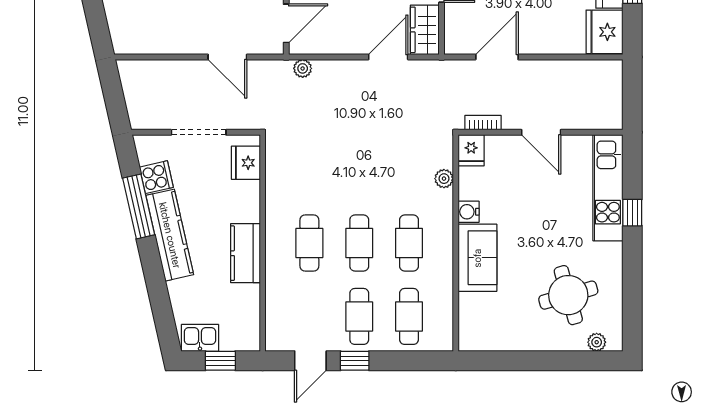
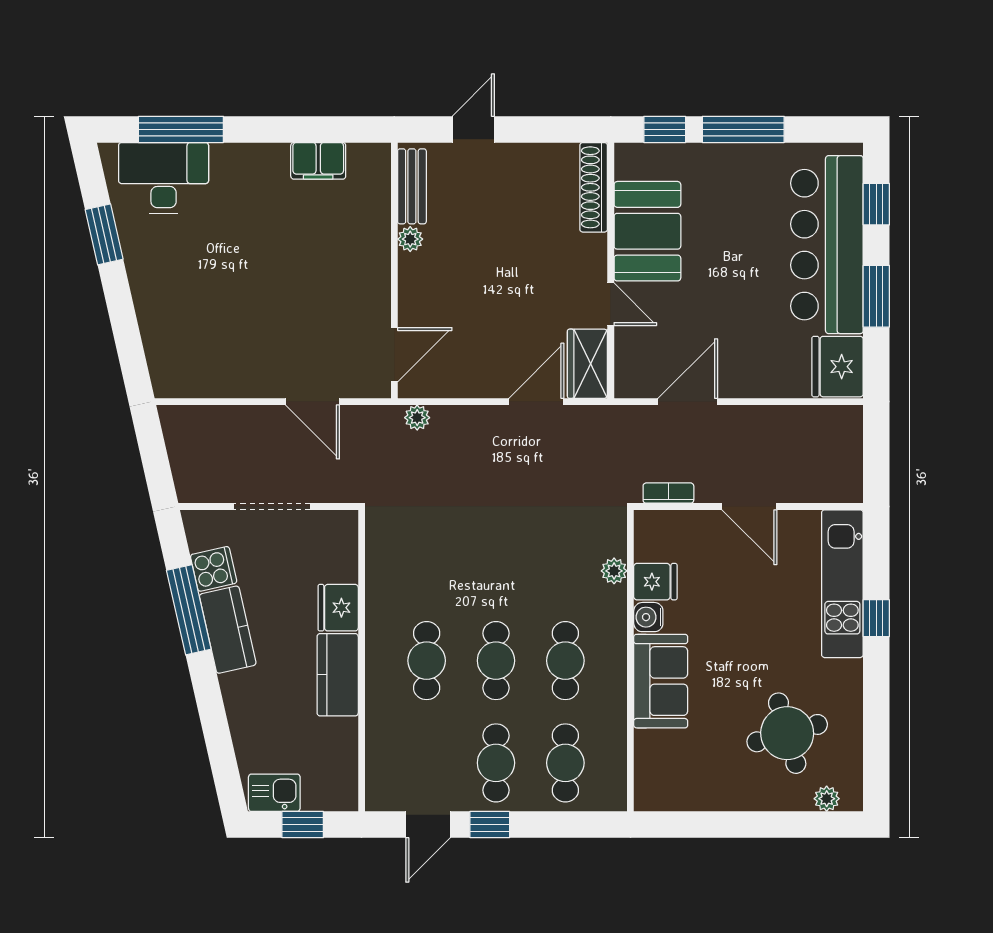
fridge: (471, 150) -> (655, 582), moved, turned -90
fridge: (246, 163) -> (338, 608), moved
kitchen counter: (170, 235) -> (228, 630), width x0.67

